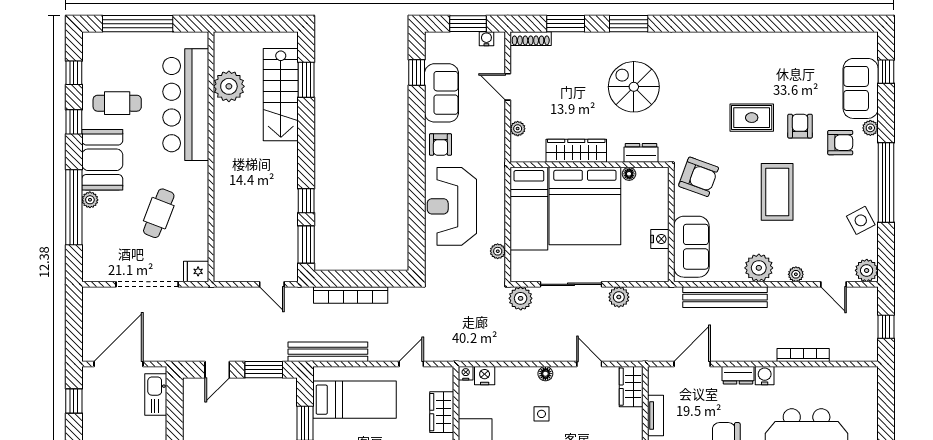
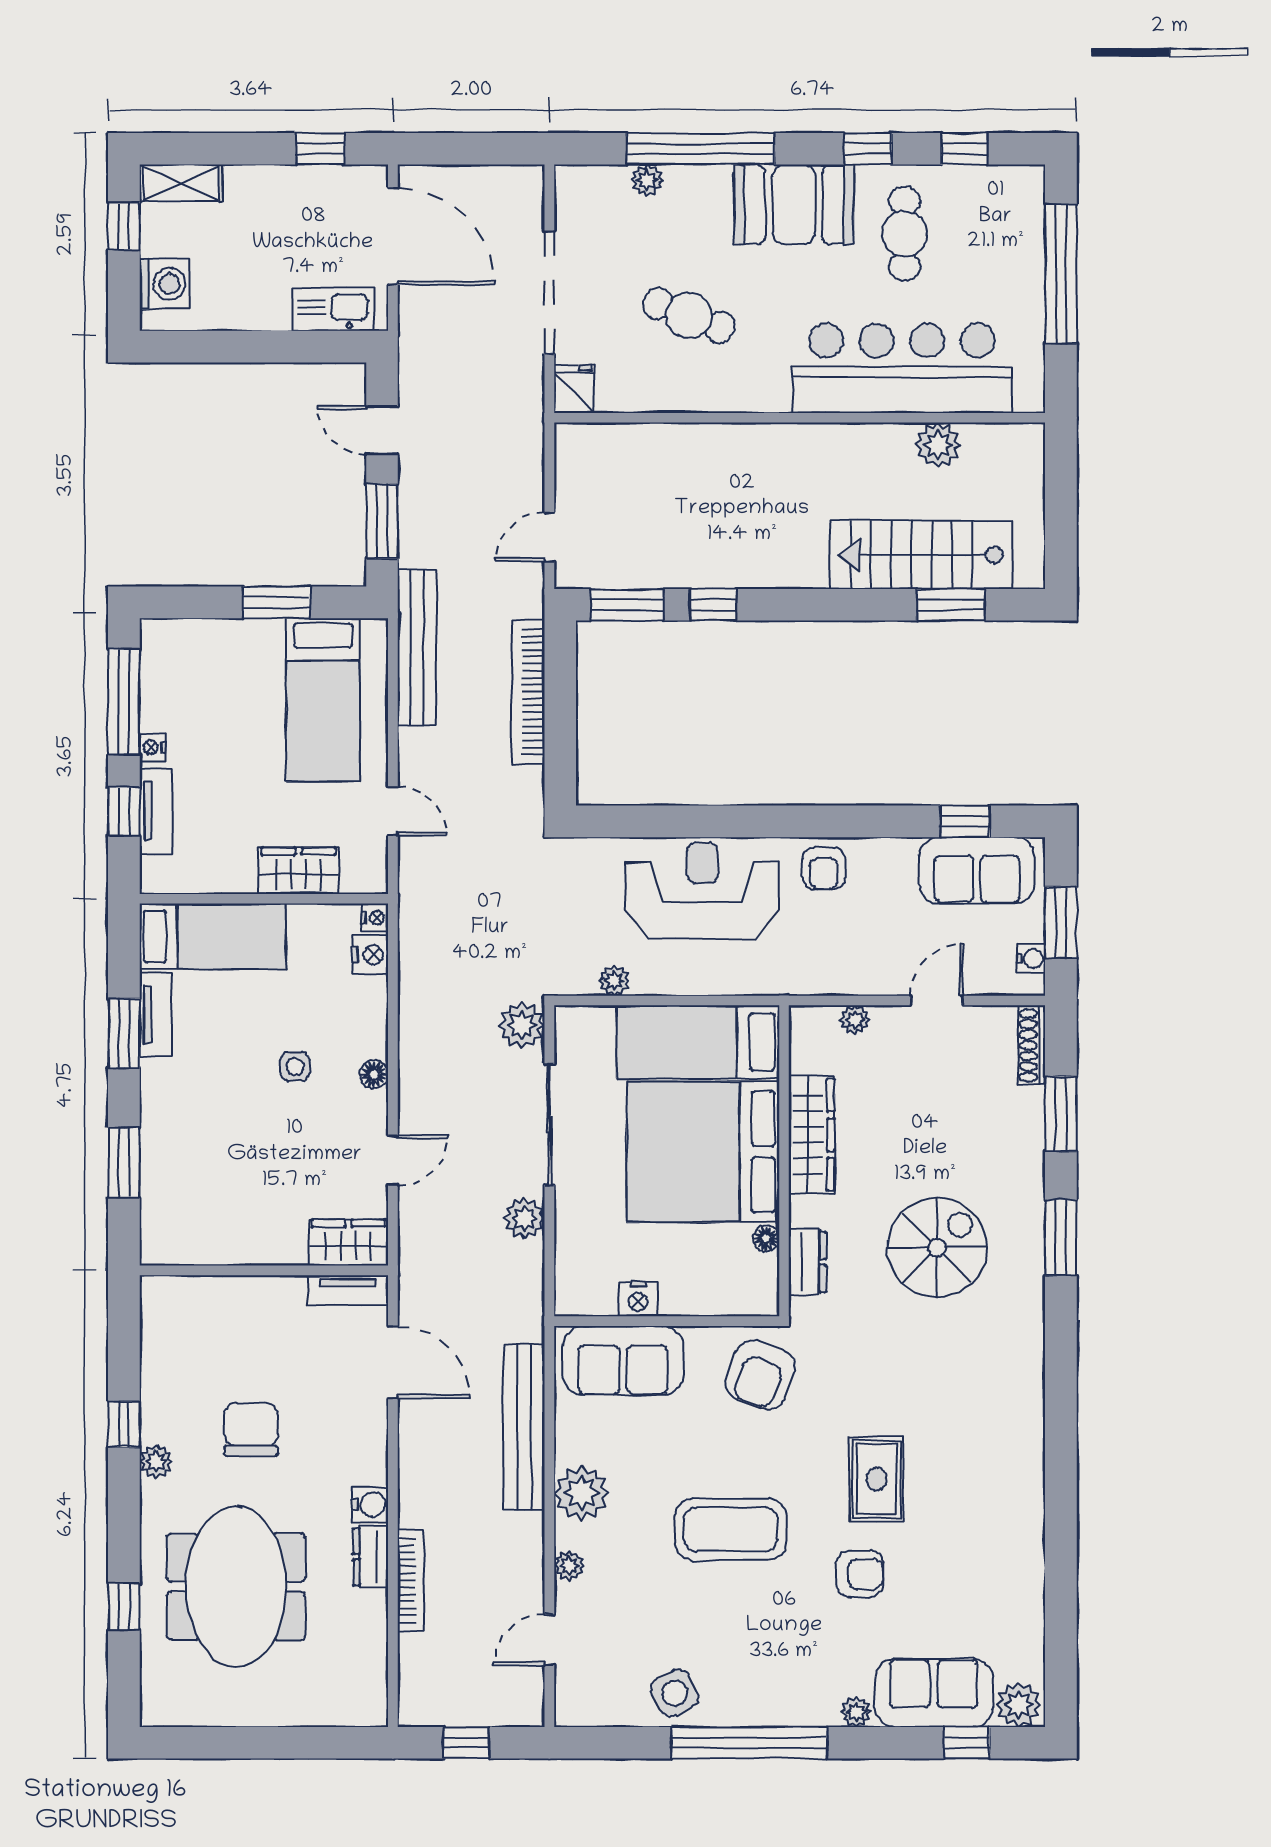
plant: (229, 86) -> (938, 445), width x0.73, depth x0.73
sofa: (442, 93) -> (977, 870), moved
armchair: (840, 143) -> (827, 1653), removed
armchair: (440, 144) -> (824, 868), turned -90
plant: (90, 200) -> (647, 180), moved
plant: (867, 270) -> (1018, 1705), moved
dresser: (738, 375) -> (371, 1557), moved
tv unit: (655, 415) -> (348, 1290), moved

